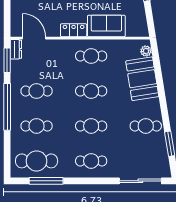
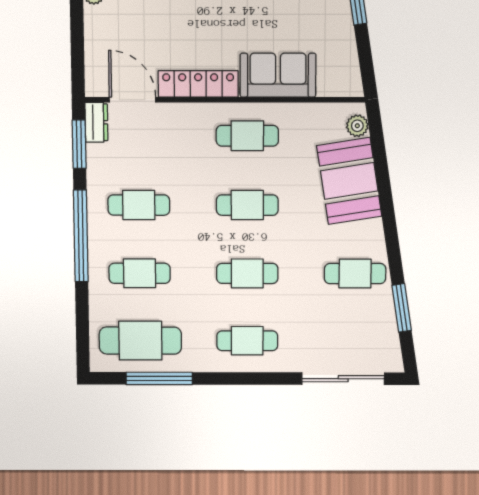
locker: (74, 30) -> (198, 84), width x1.53

